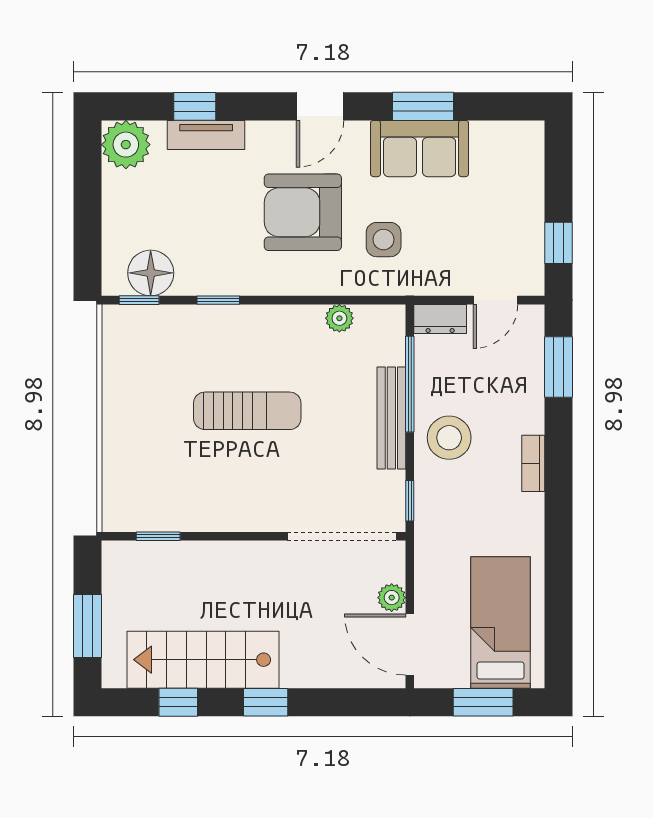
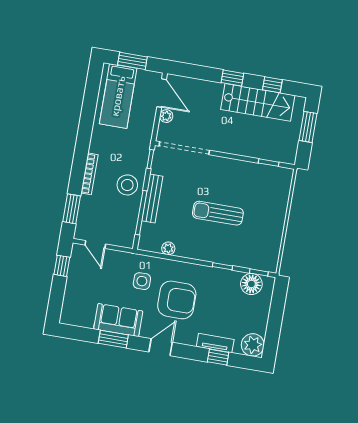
door: (495, 300) -> (95, 244), swing flipped
dresser: (440, 319) -> (122, 240), removed
bookcase: (533, 463) -> (89, 174), width x1.56

